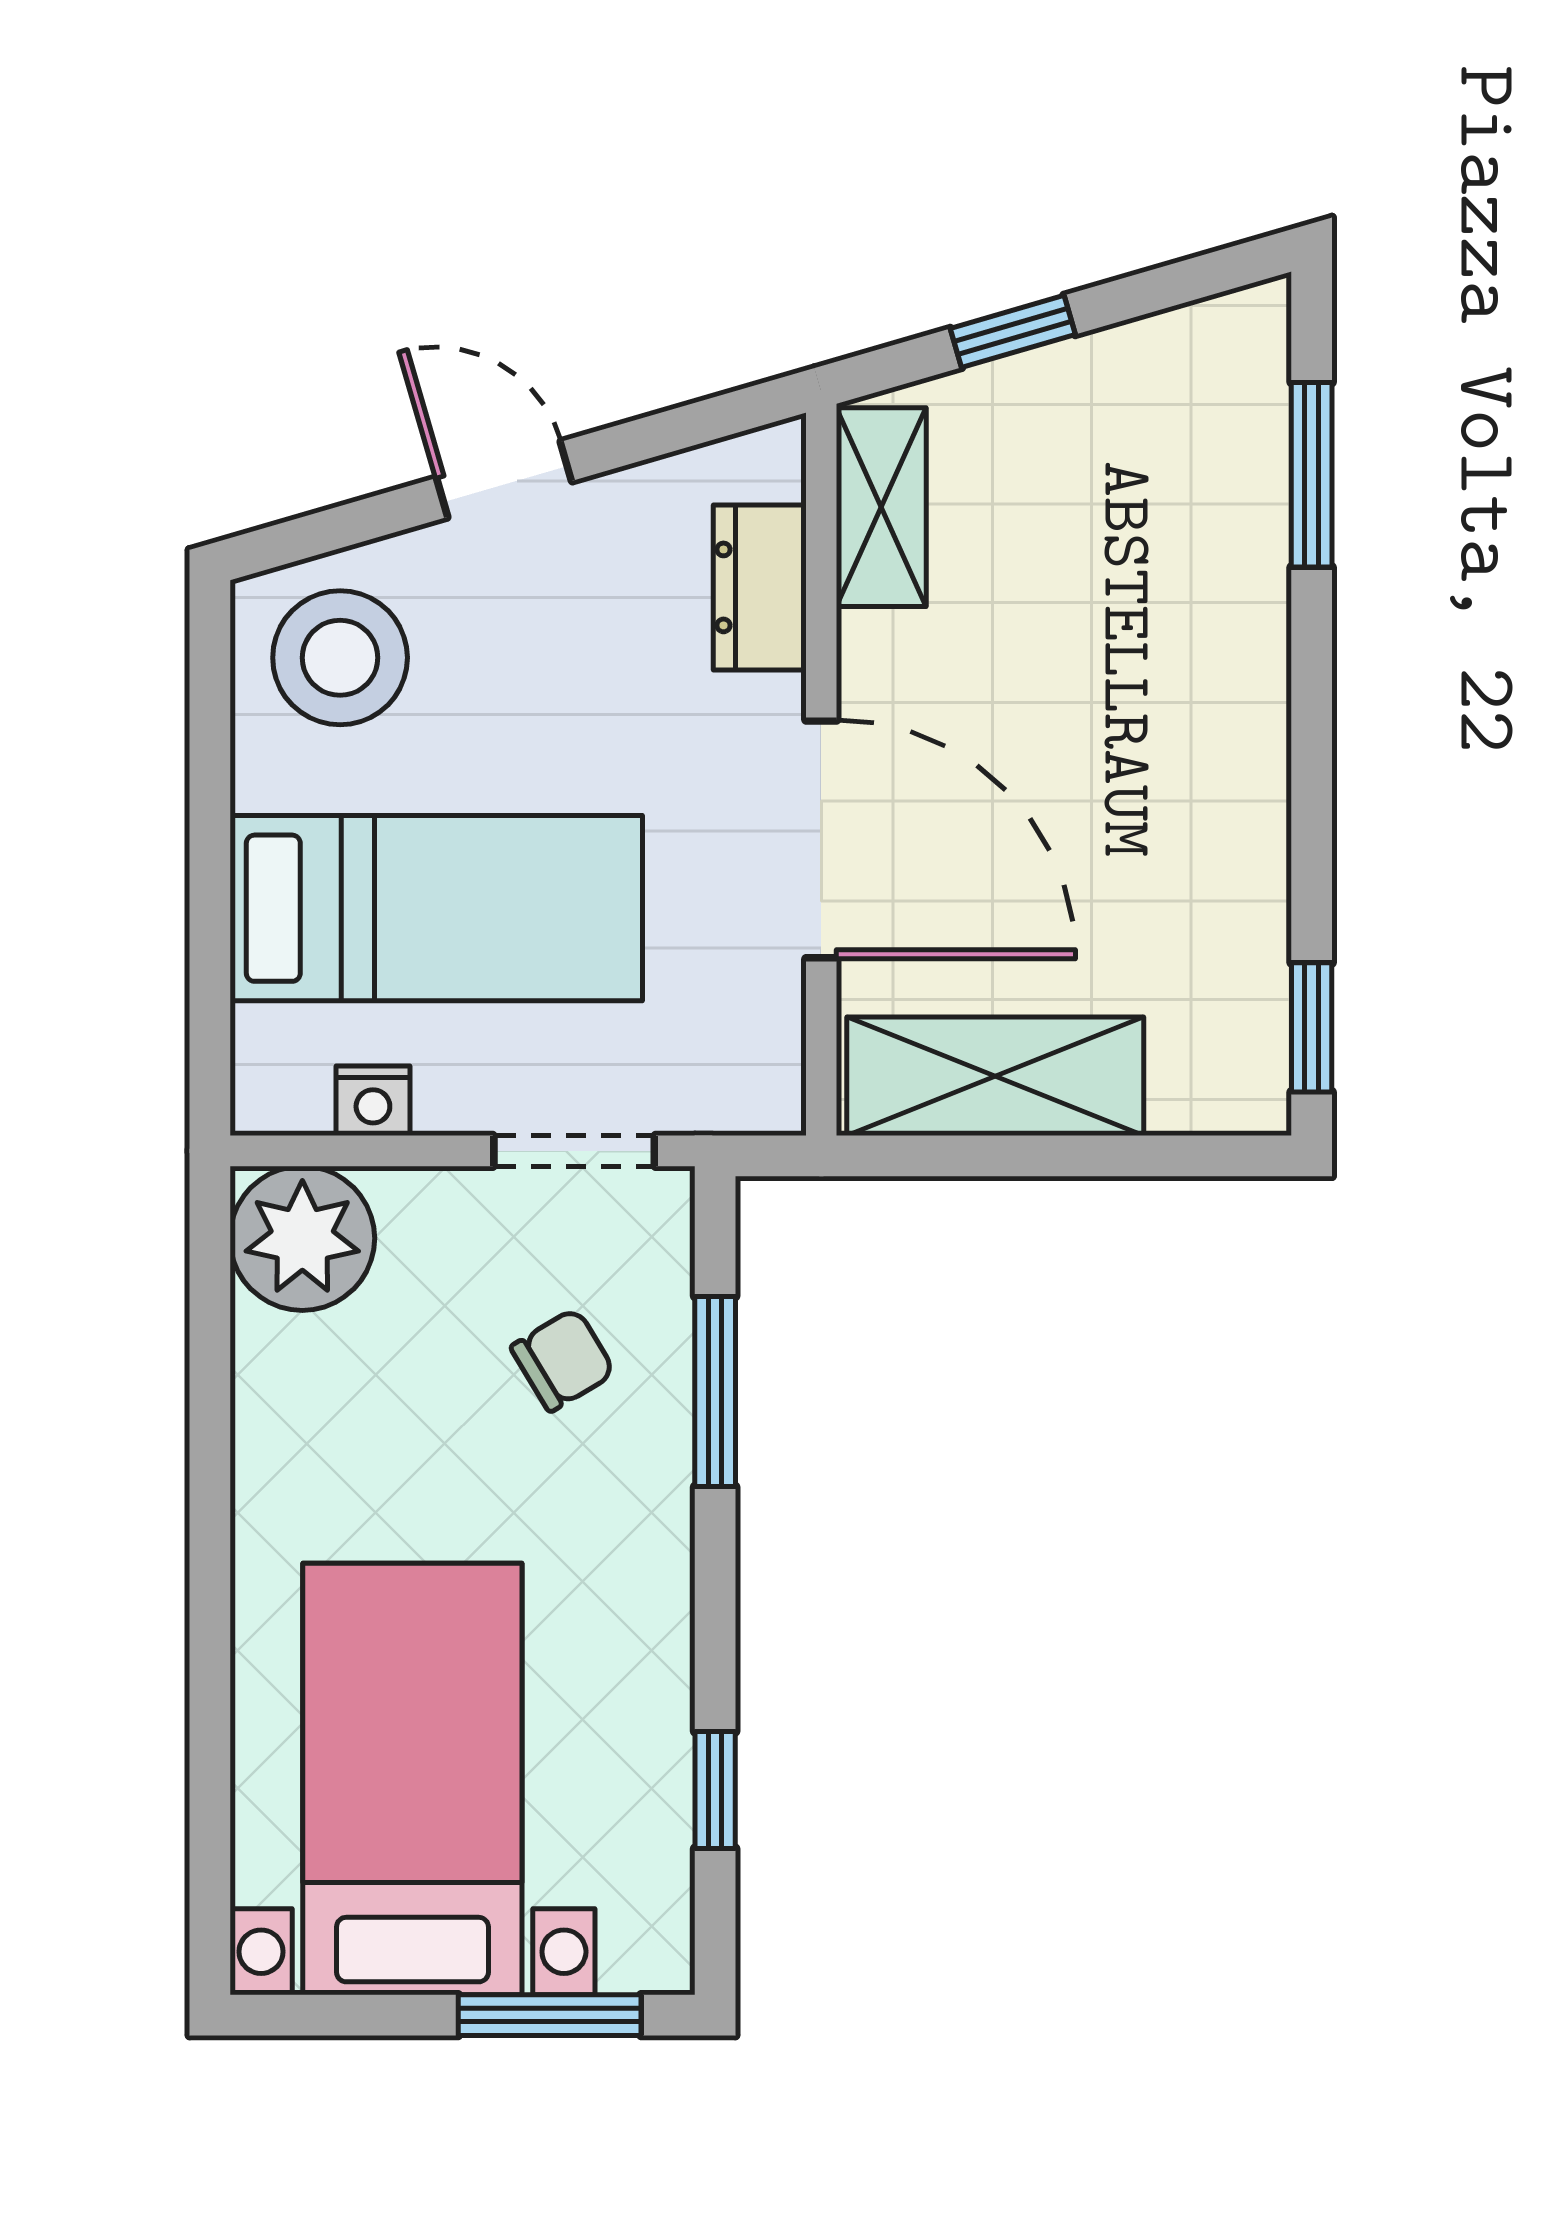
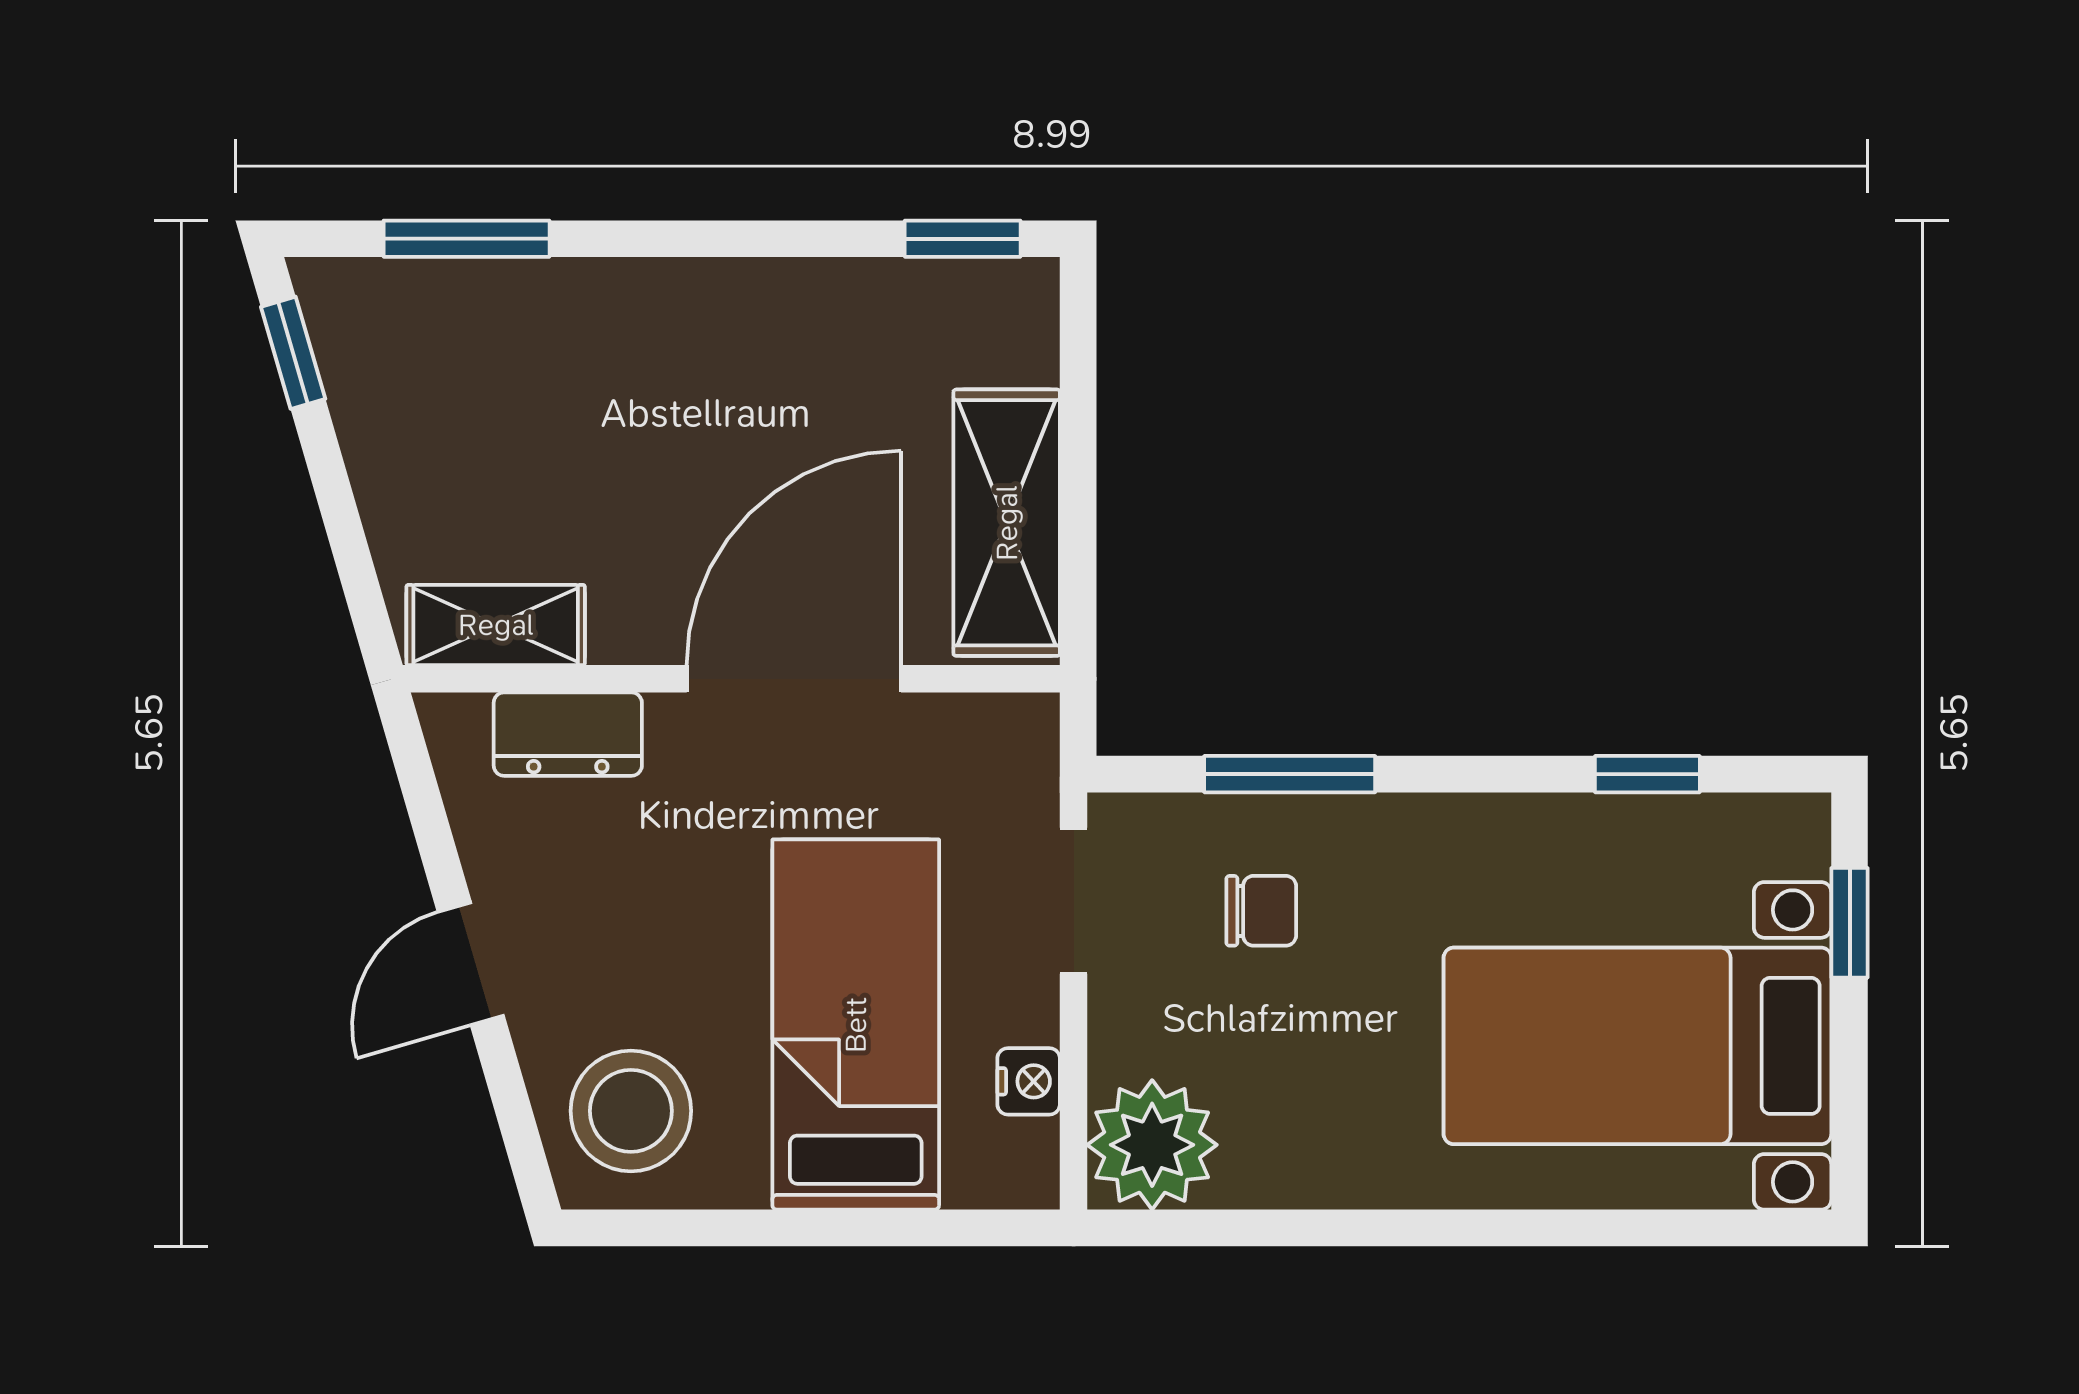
window: (1013, 331) -> (293, 353), moved
chair: (563, 1360) -> (1261, 911), turned 121
window: (550, 2015) -> (1850, 923), width x0.67

